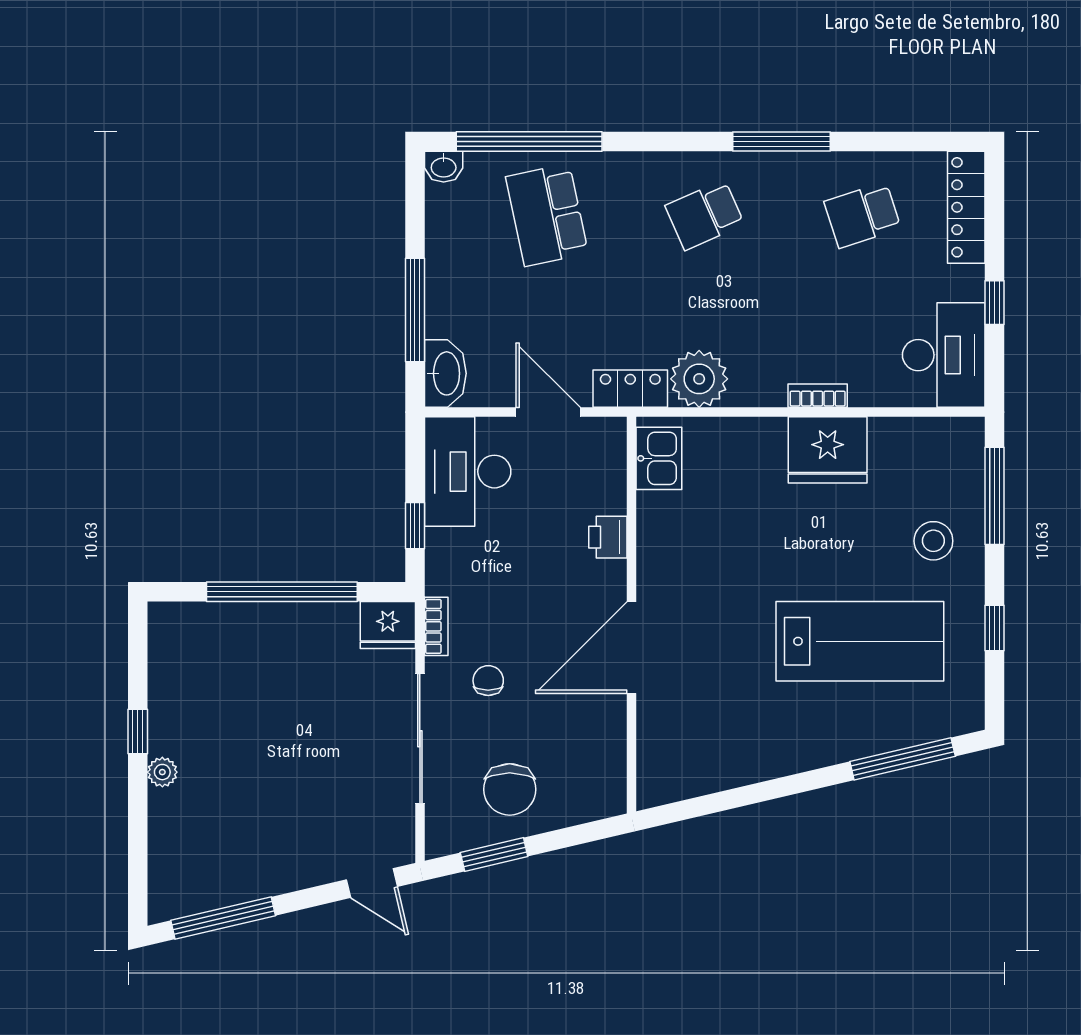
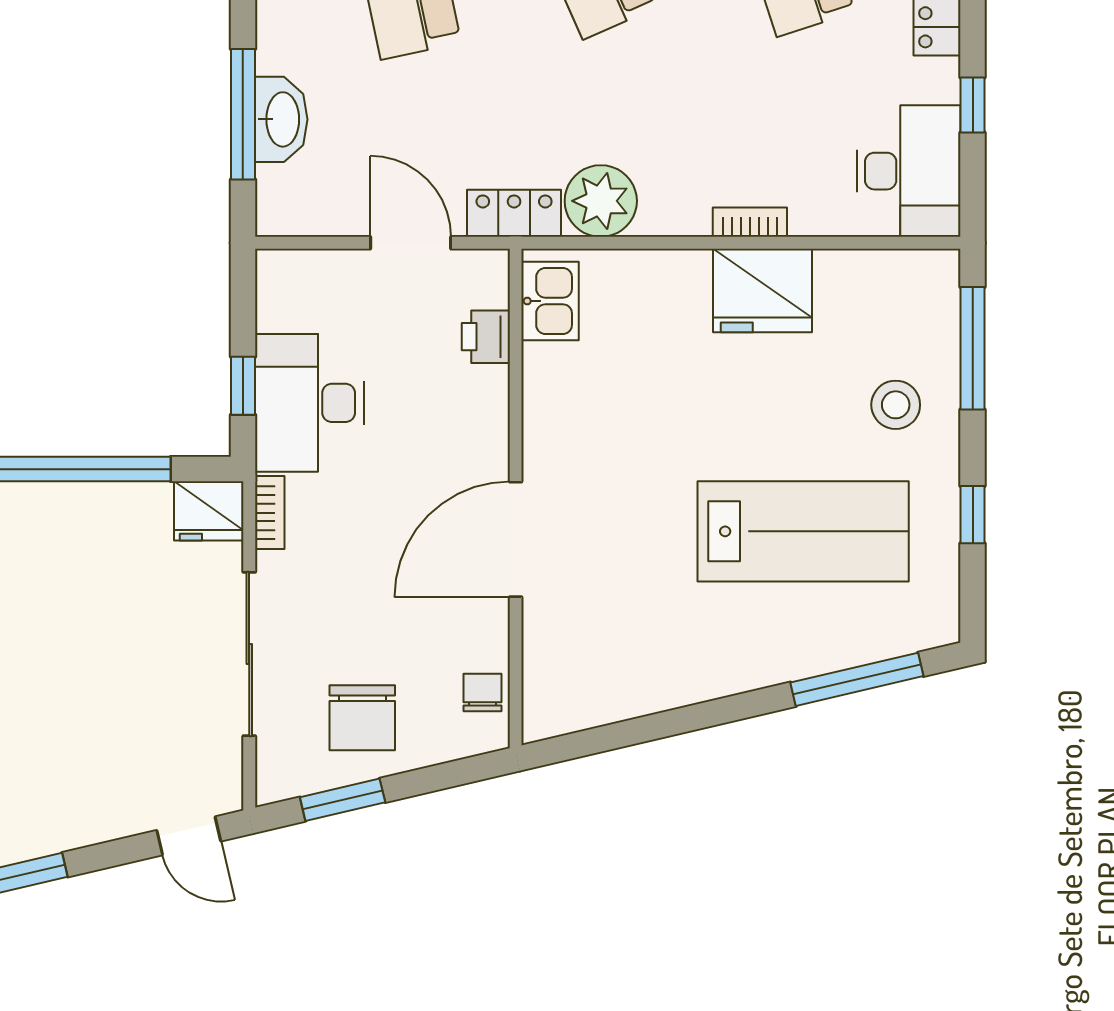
washbasin: (445, 373) -> (281, 119), moved
desk: (468, 472) -> (309, 403), moved
printer: (608, 537) -> (486, 337), moved
chair: (488, 681) -> (483, 693), moved

